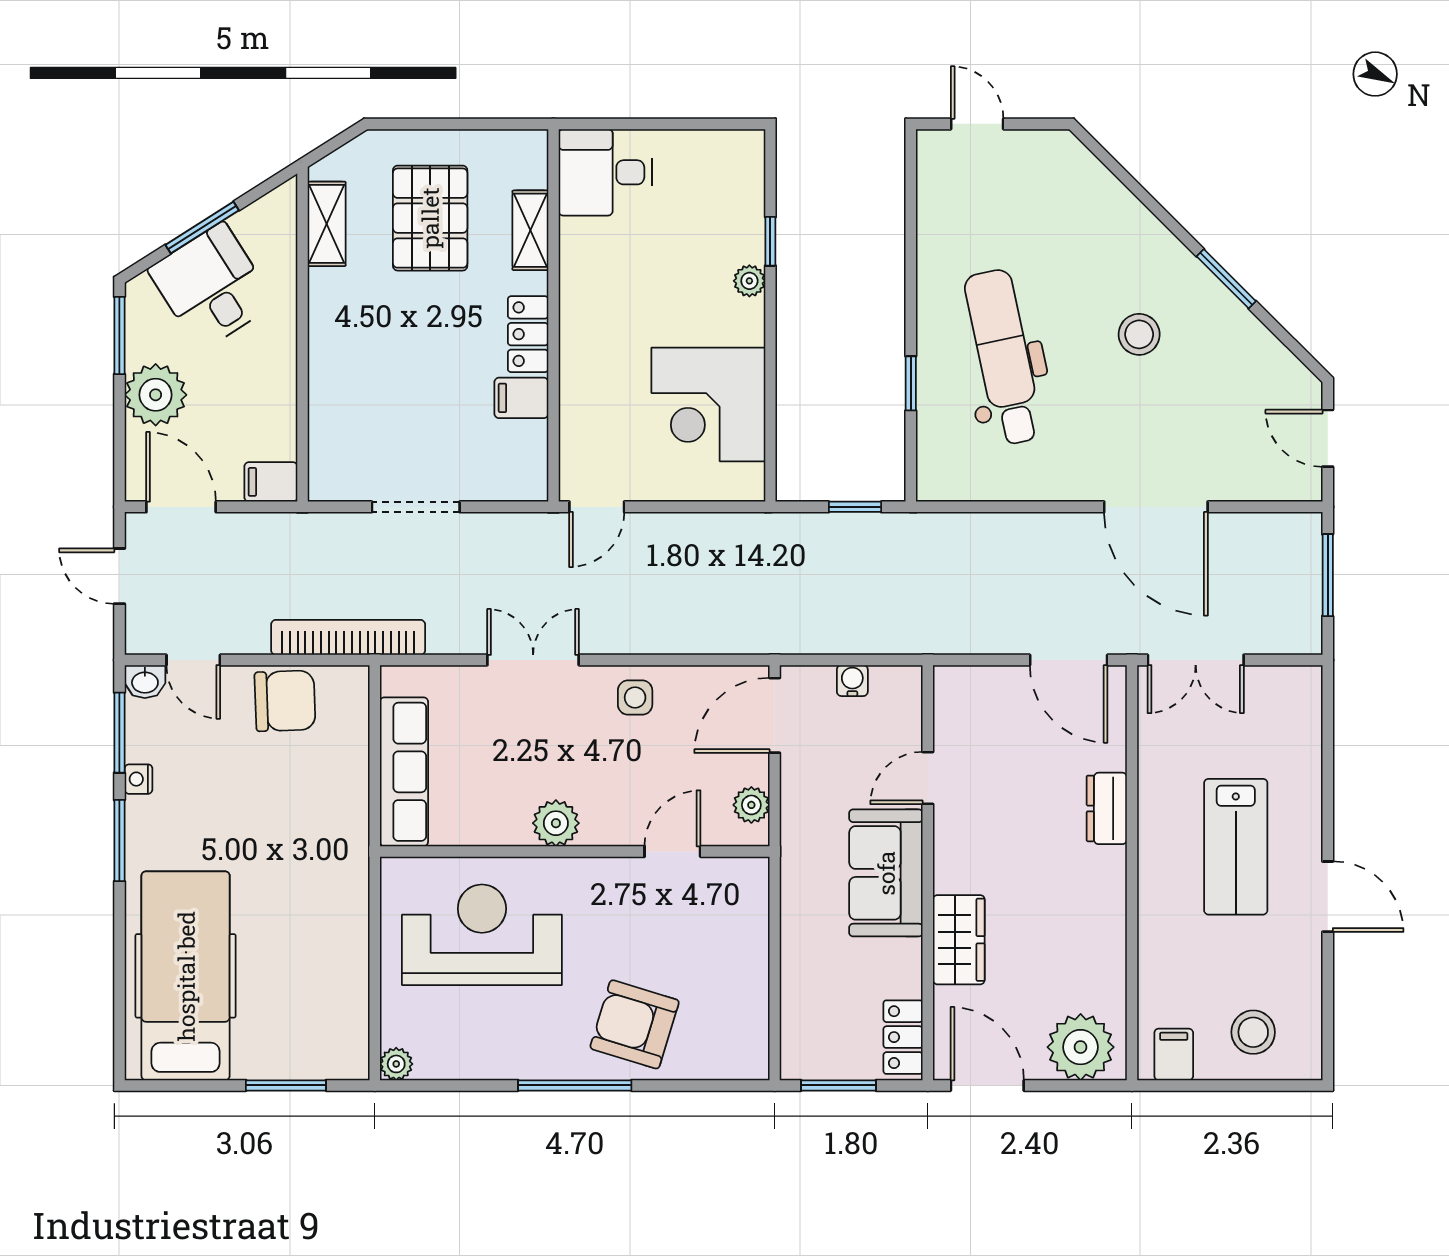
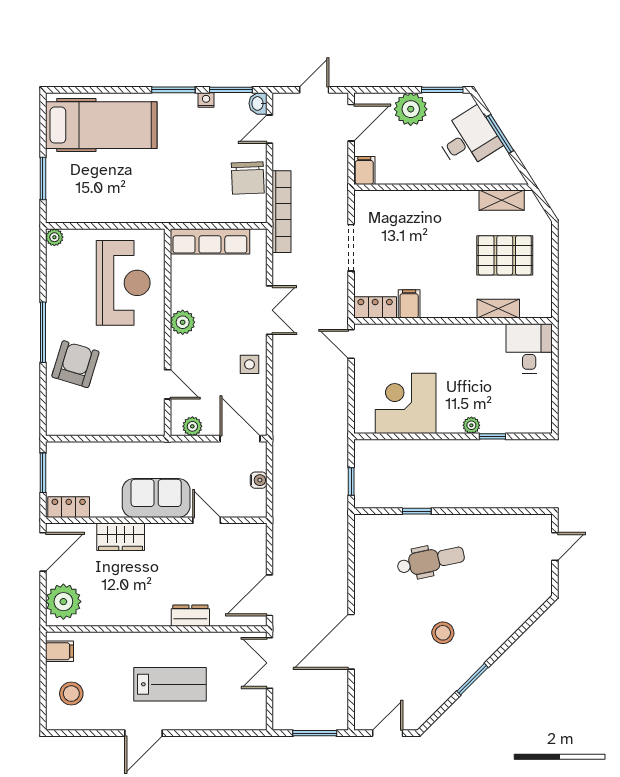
locker: (528, 334) -> (375, 307), moved
dental chair: (1004, 357) -> (431, 561), width x0.73, depth x0.72
lab bench: (1236, 847) -> (170, 684), turned 180

